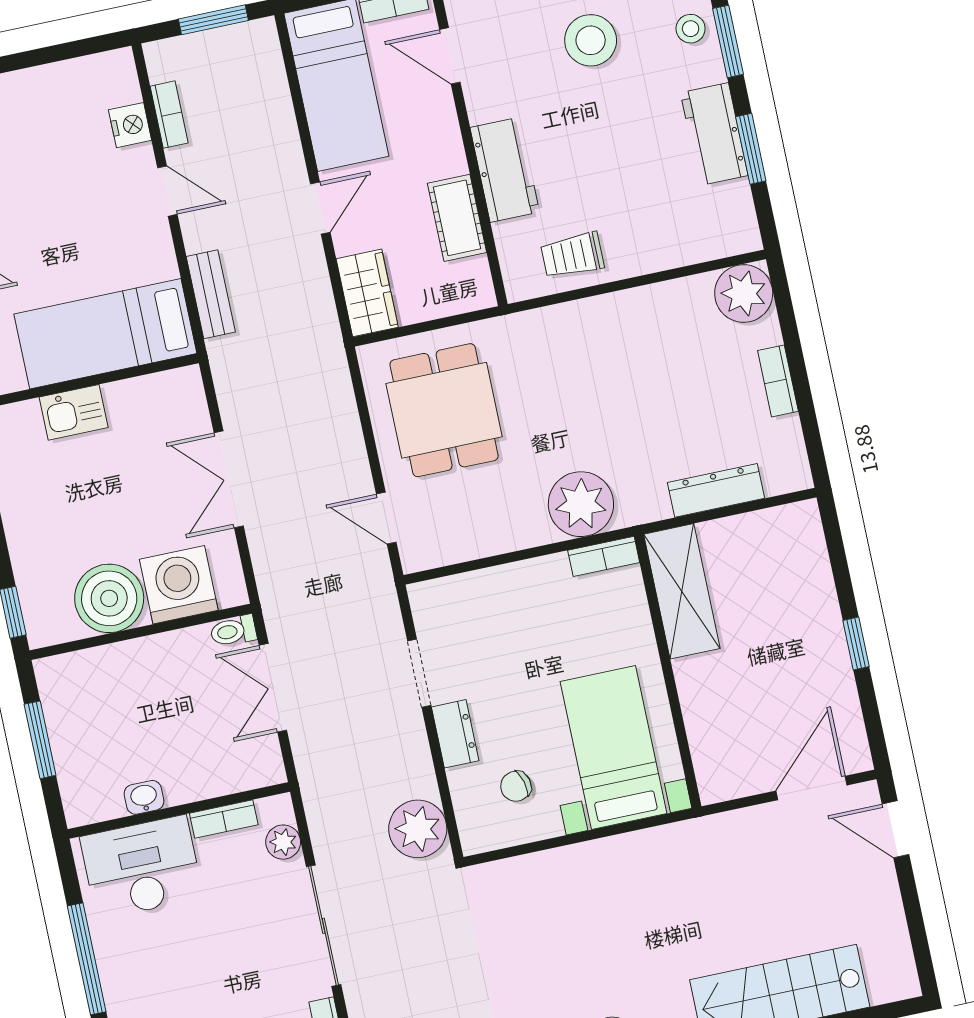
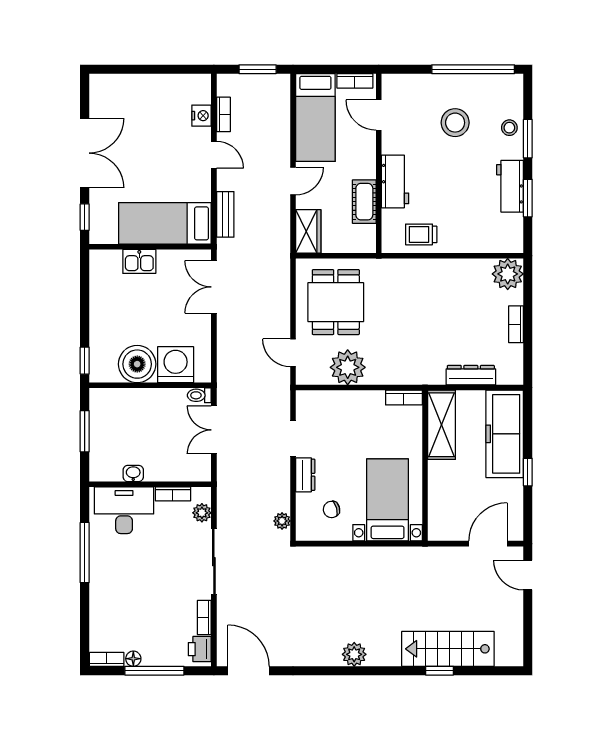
double door: (229, 479) -> (214, 287), moved
plant: (581, 504) -> (348, 367), moved
freezer: (800, 583) -> (505, 434), added
plant: (418, 829) -> (282, 521), width x0.53, depth x0.53

